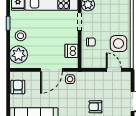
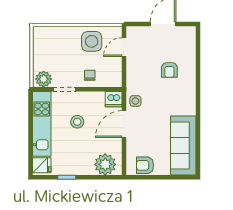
stool: (21, 36) -> (77, 122), moved
dishwasher: (72, 51) -> (114, 99), moved
door: (51, 70) -> (124, 124), swing flipped

